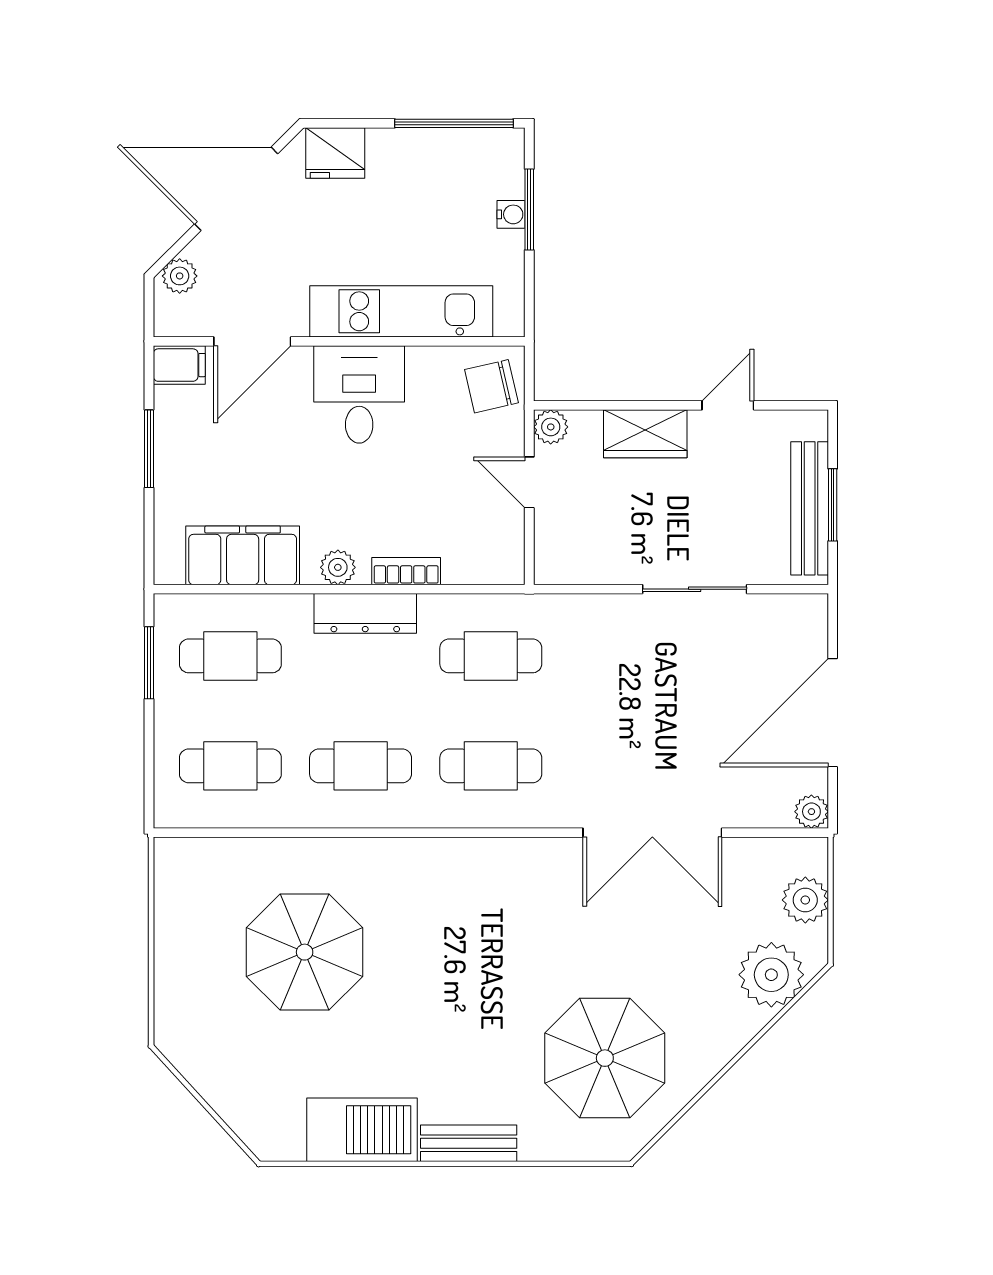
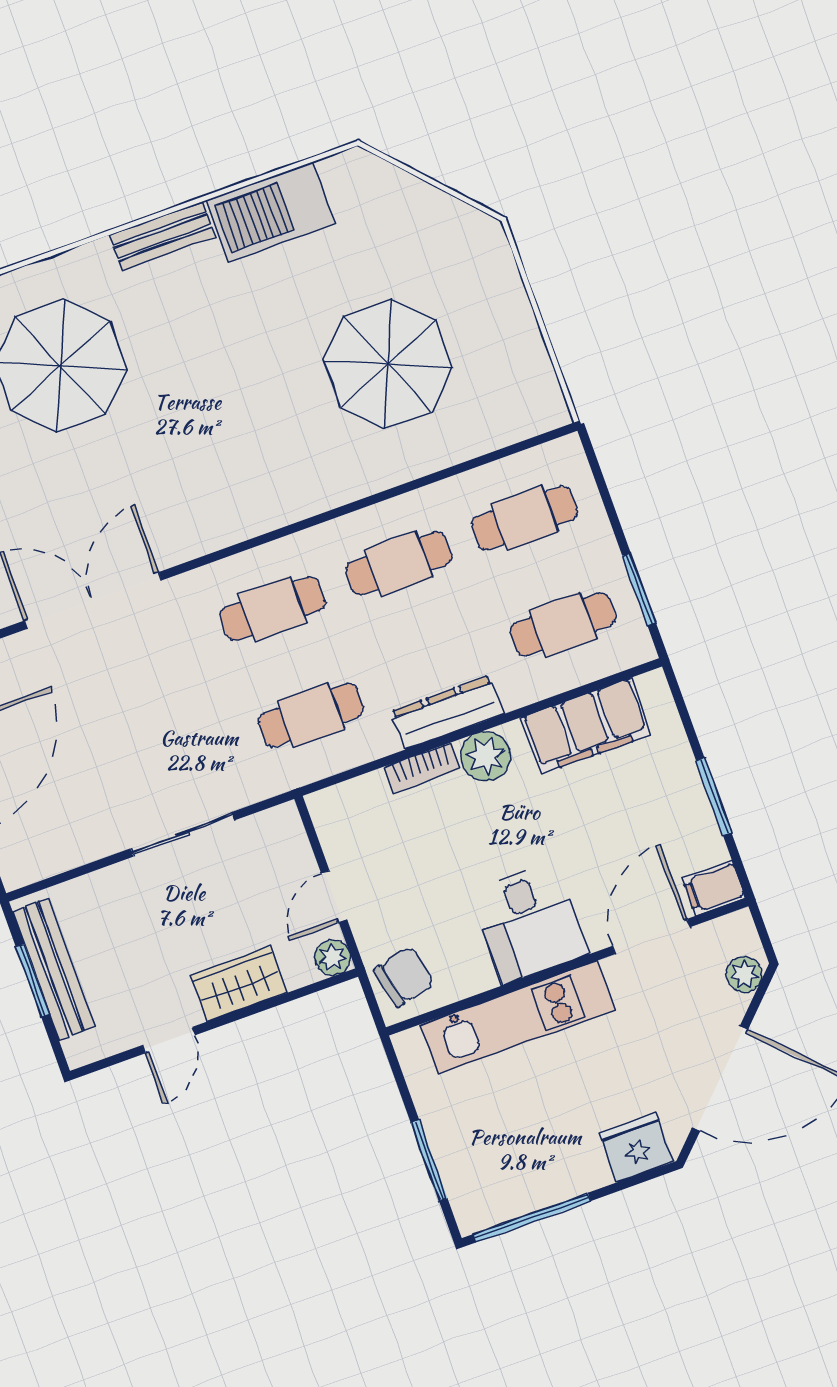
water cooler: (511, 214) -> (445, 1149), removed
door: (529, 482) -> (334, 896), swing flipped
plant: (338, 567) -> (486, 756), width x1.38, depth x1.38
sliding door: (695, 589) -> (182, 834), moved

